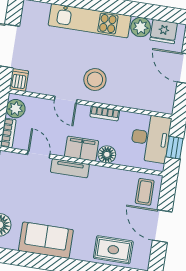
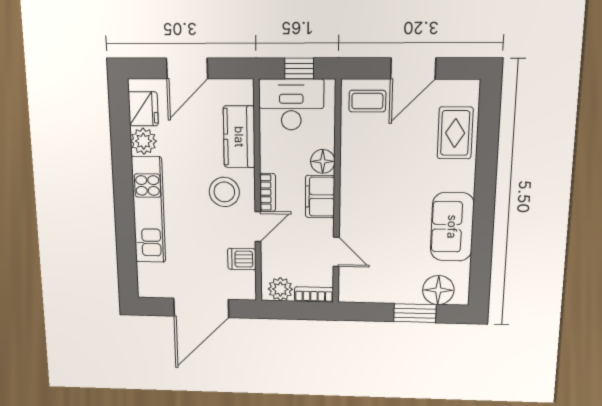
dishwasher: (19, 80) -> (242, 259), moved
kitchen counter: (133, 97) -> (239, 137), added
bookcase: (105, 113) -> (268, 192), moved
door: (39, 154) -> (336, 252), swing flipped
tv unit: (70, 168) -> (349, 208), removed

